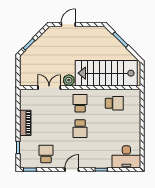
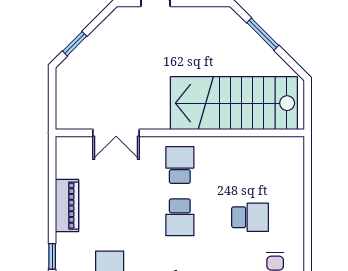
plant: (69, 80) -> (157, 118), removed
double door: (49, 88) -> (116, 133), swing flipped
school desk: (114, 103) -> (250, 217), moved

